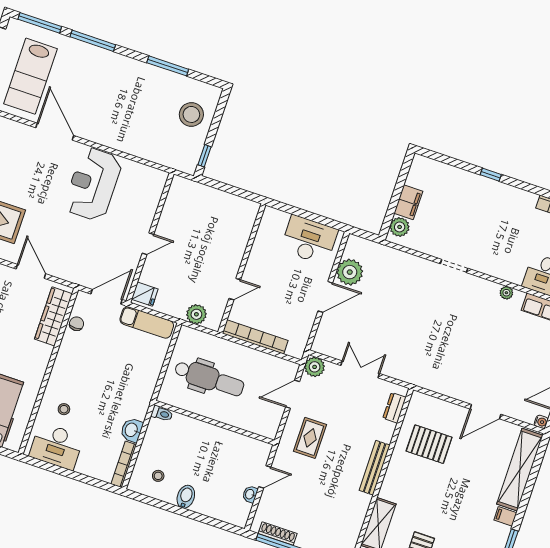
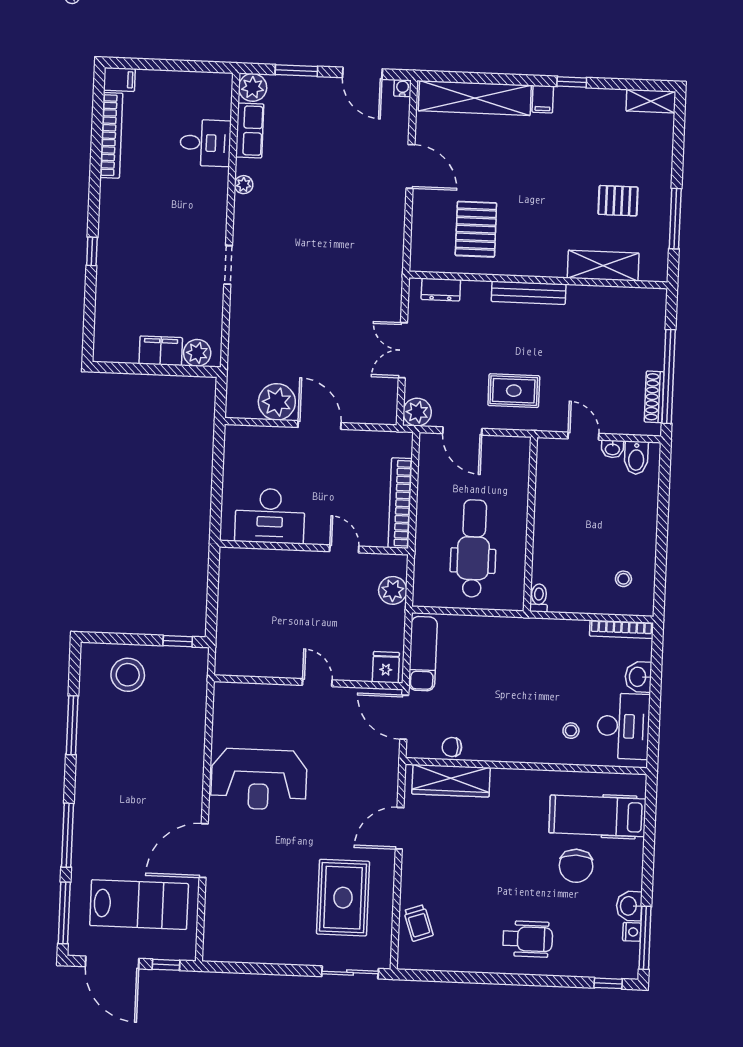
desk: (309, 240) -> (270, 516), moved, turned -90
washbasin: (132, 430) -> (638, 677), moved, turned 90
bidet: (186, 497) -> (636, 458), moved, turned -90

